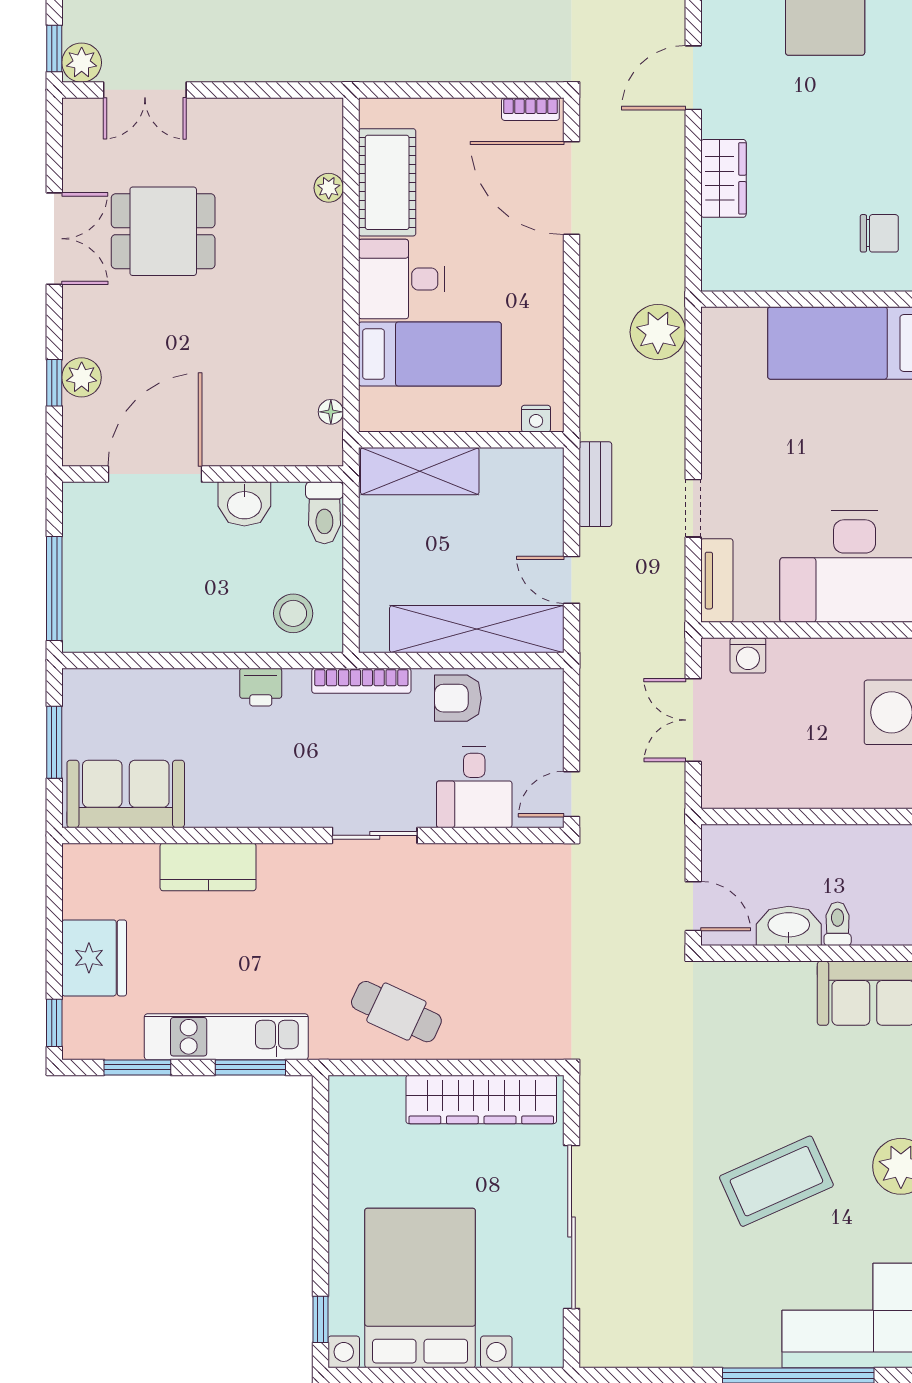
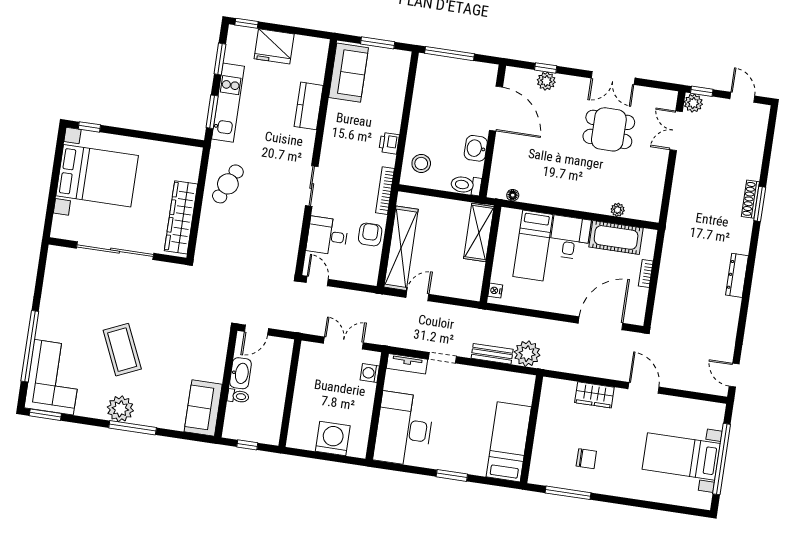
bookcase: (530, 109) -> (646, 273), moved
dining table: (163, 231) -> (609, 129), turned 90
chair: (879, 233) -> (586, 459), moved, turned -90
bench: (595, 484) -> (492, 354), moved

